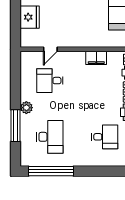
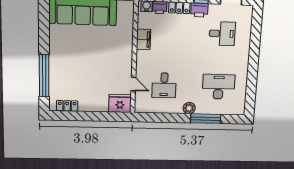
fridge: (30, 17) -> (120, 103), moved
desk: (105, 137) -> (222, 34), turned 90
window: (51, 171) -> (251, 86), removed

